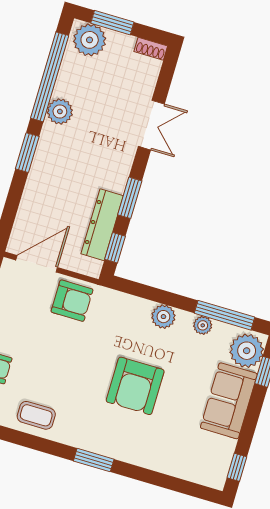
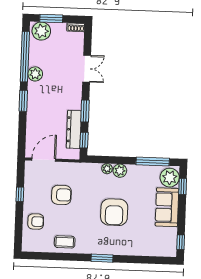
armchair: (72, 301) -> (61, 195), moved
plant: (203, 325) -> (107, 169), moved

